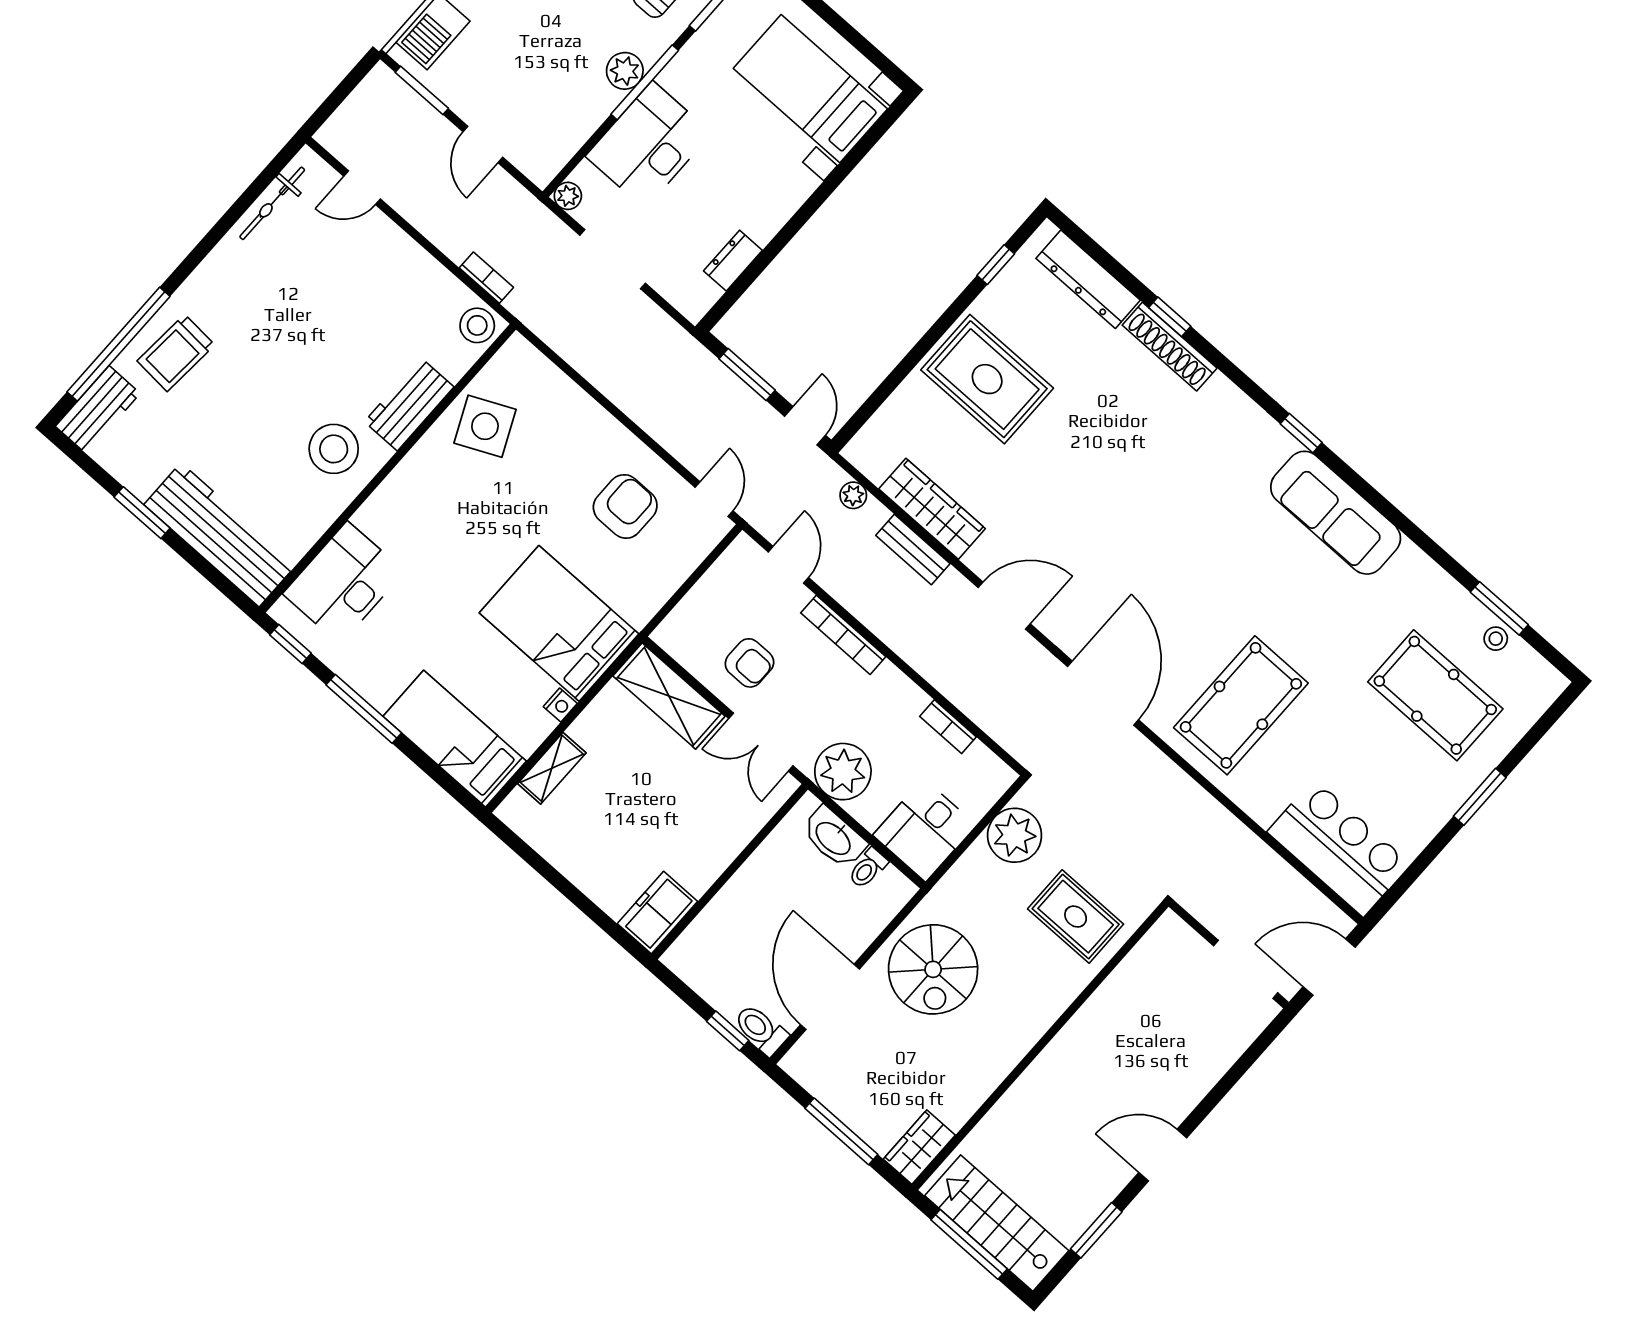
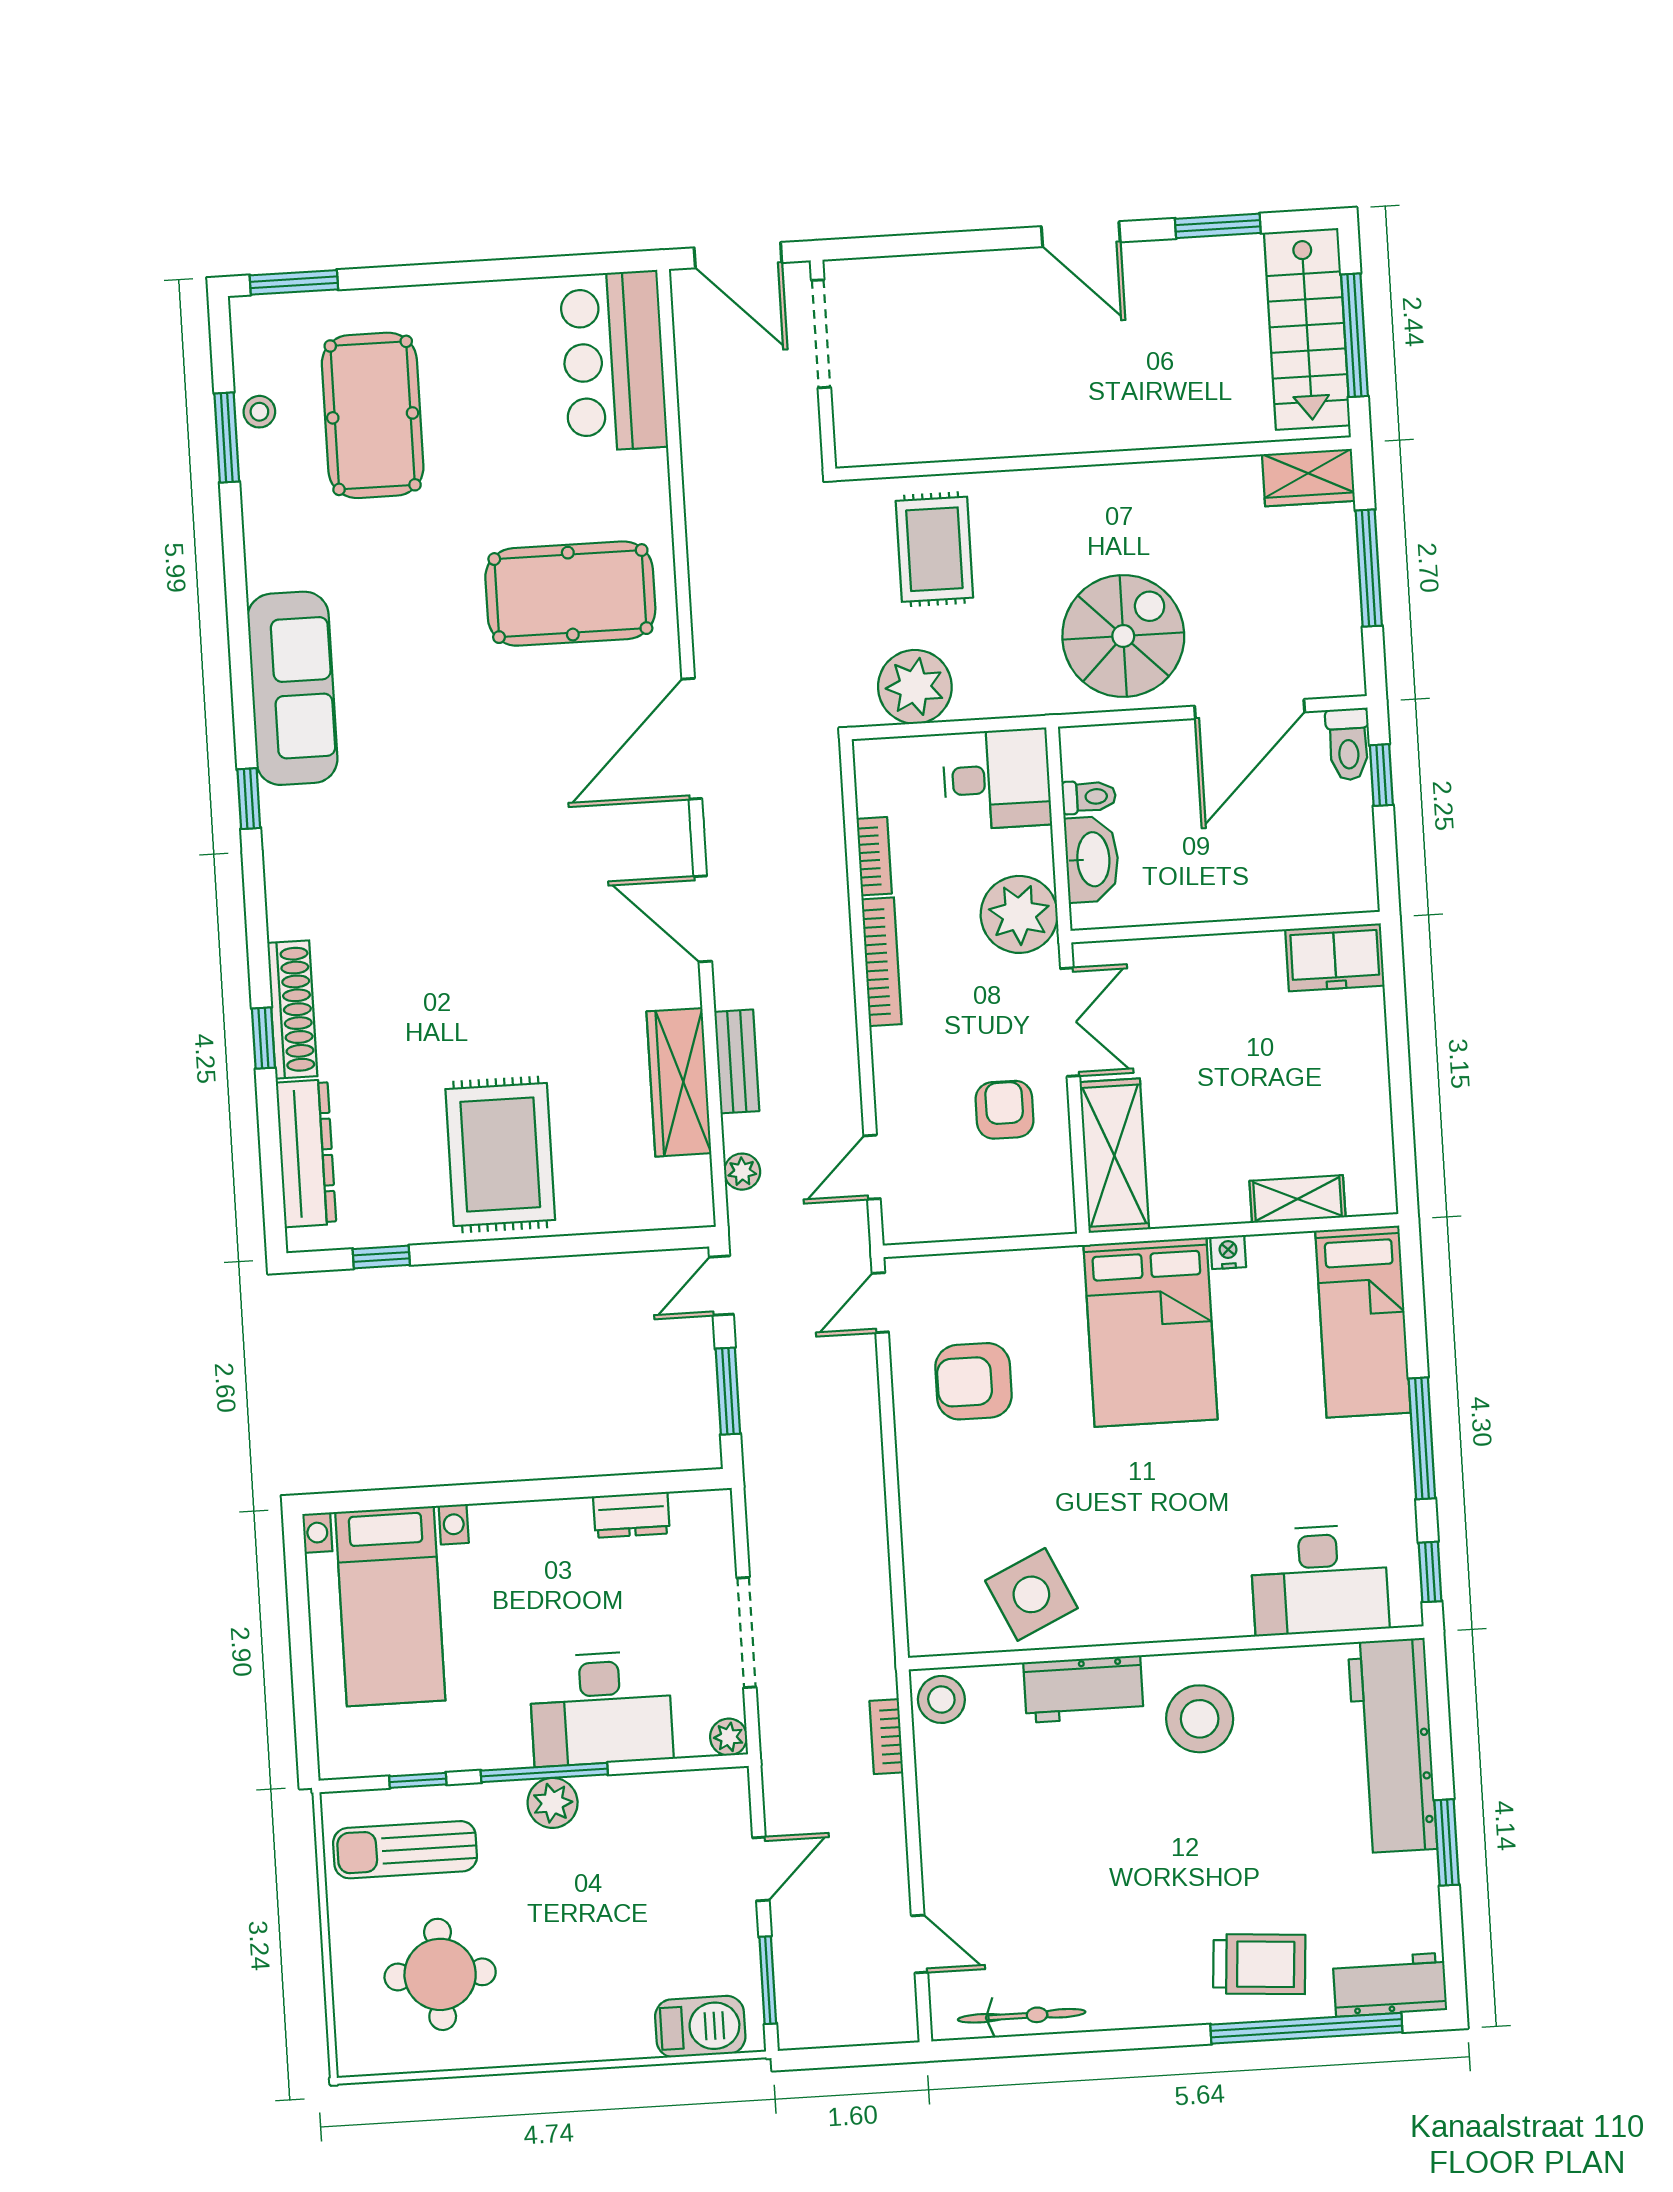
bookcase: (843, 635) -> (882, 962), moved
window: (1480, 797) -> (294, 282), moved

